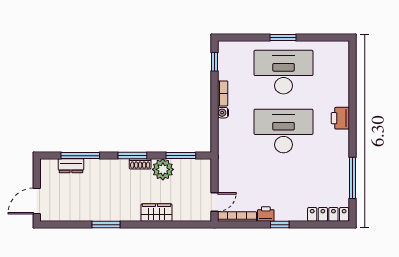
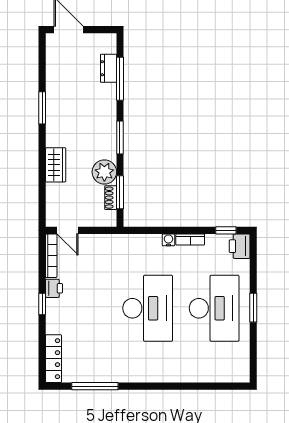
printer: (340, 118) -> (240, 246), moved, turned -90
shoe rack: (140, 164) -> (111, 198), moved

